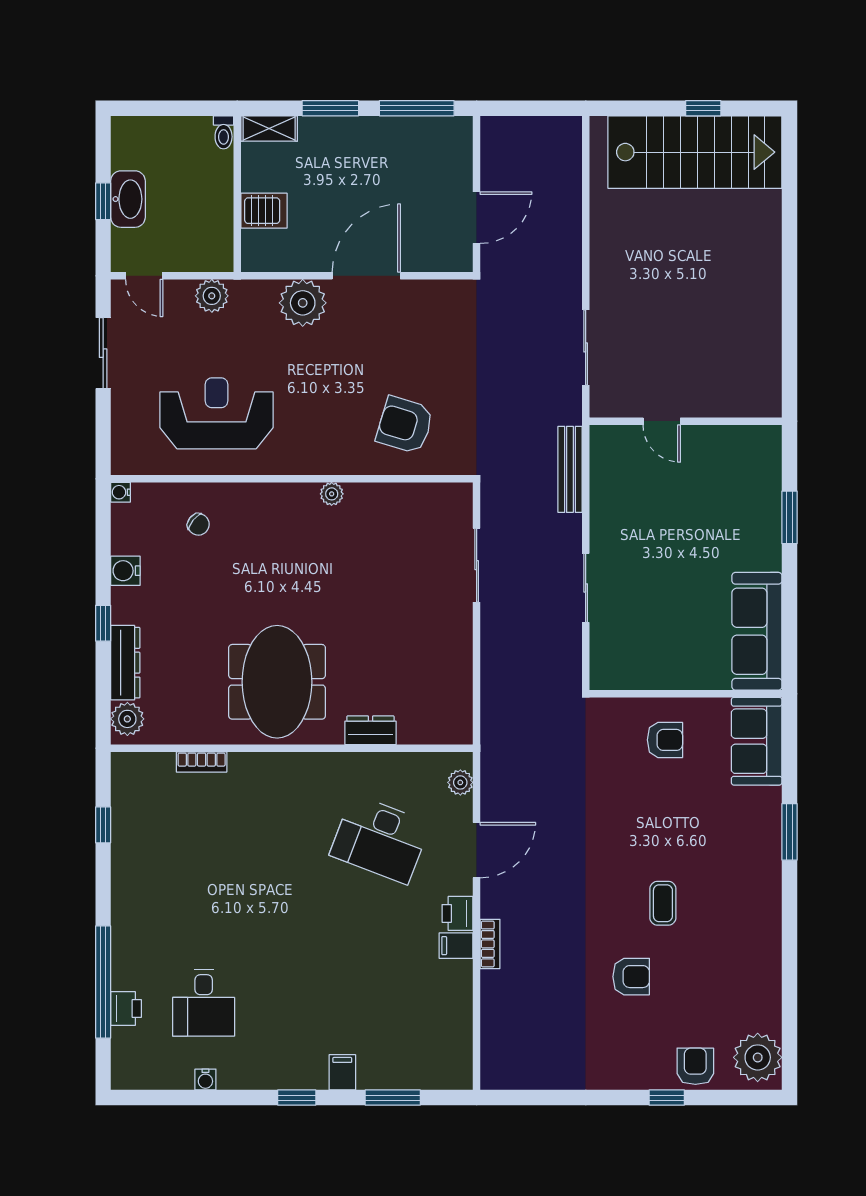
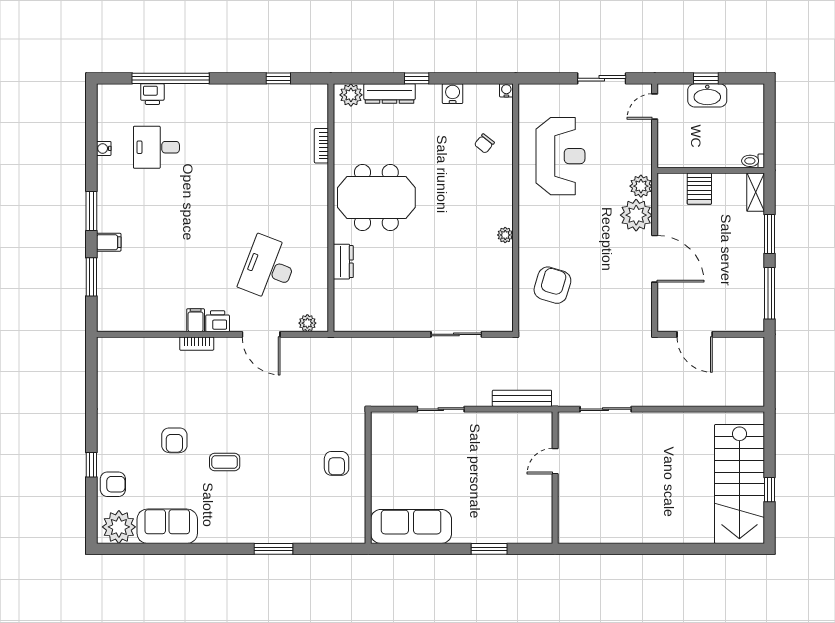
plant: (212, 296) -> (641, 186), moved
sofa: (757, 741) -> (167, 526), moved
window: (297, 1098) -> (91, 211), width x1.50

